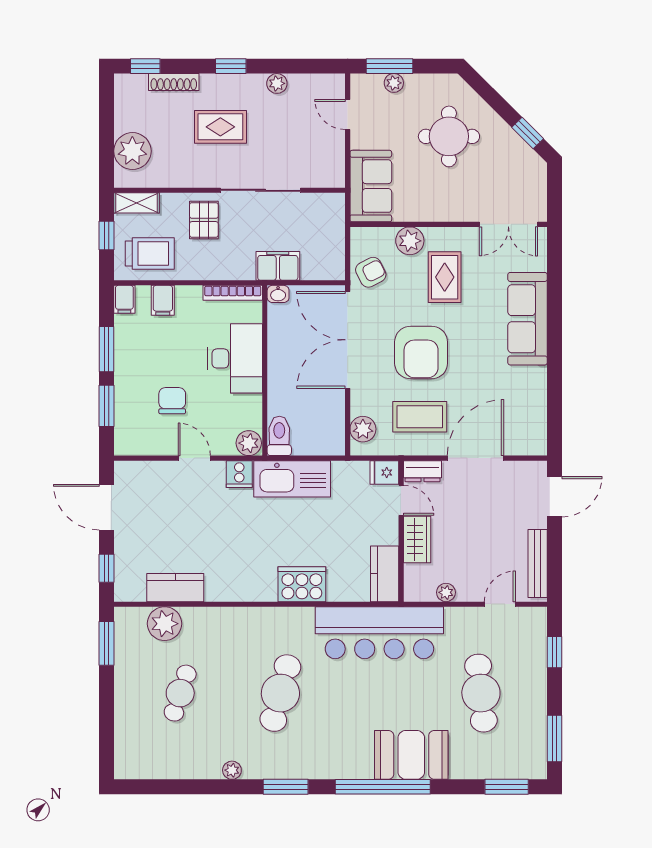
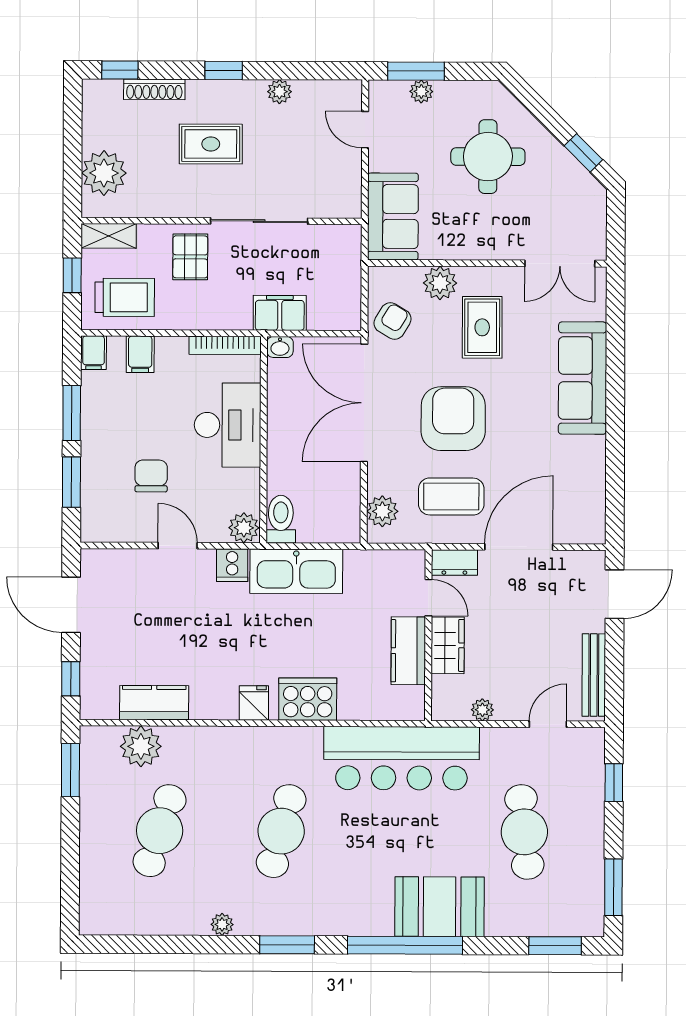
armchair: (371, 272) -> (393, 321), turned -32
armchair: (421, 353) -> (453, 419), turned 180
fridge: (384, 473) -> (254, 703), moved, turned 90
kitchen counter: (385, 574) -> (408, 651), moved
cafe table: (180, 693) -> (160, 831), width x1.37, depth x1.35

